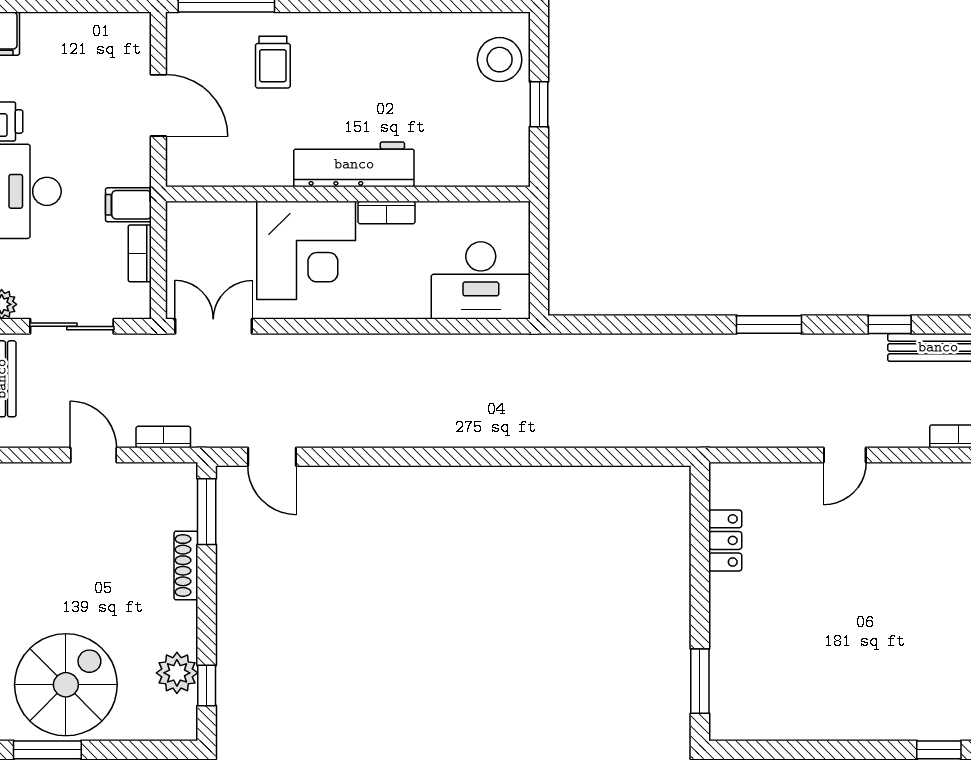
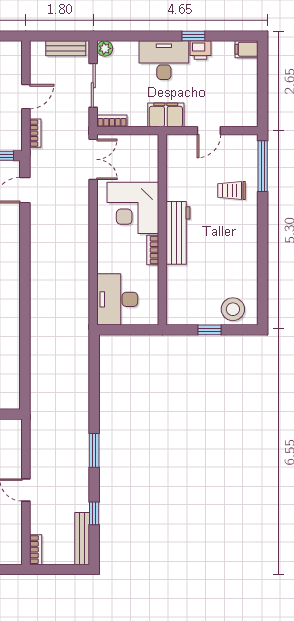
door: (158, 105) -> (209, 131), width x0.73
filing cabinet: (128, 205) -> (166, 115), width x2.00
bookcase: (140, 253) -> (112, 121), moved

